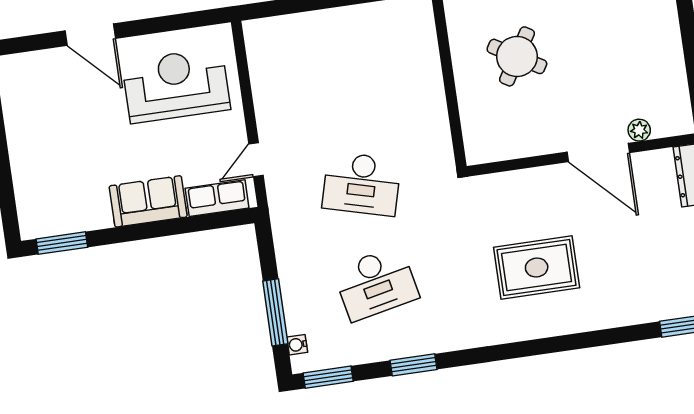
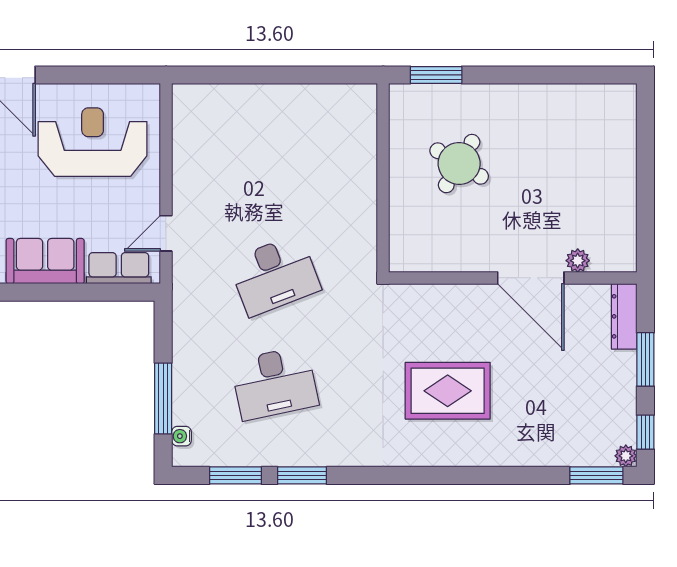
desk: (362, 184) -> (275, 275), turned -36
window: (328, 377) -> (235, 475), moved

